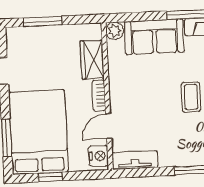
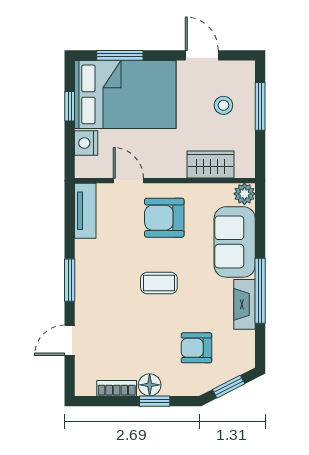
stool: (43, 51) -> (223, 105), added
armchair: (137, 95) -> (164, 218), added
bookcase: (99, 96) -> (166, 171), removed
nightstand: (99, 156) -> (86, 143), moved, turned 90

